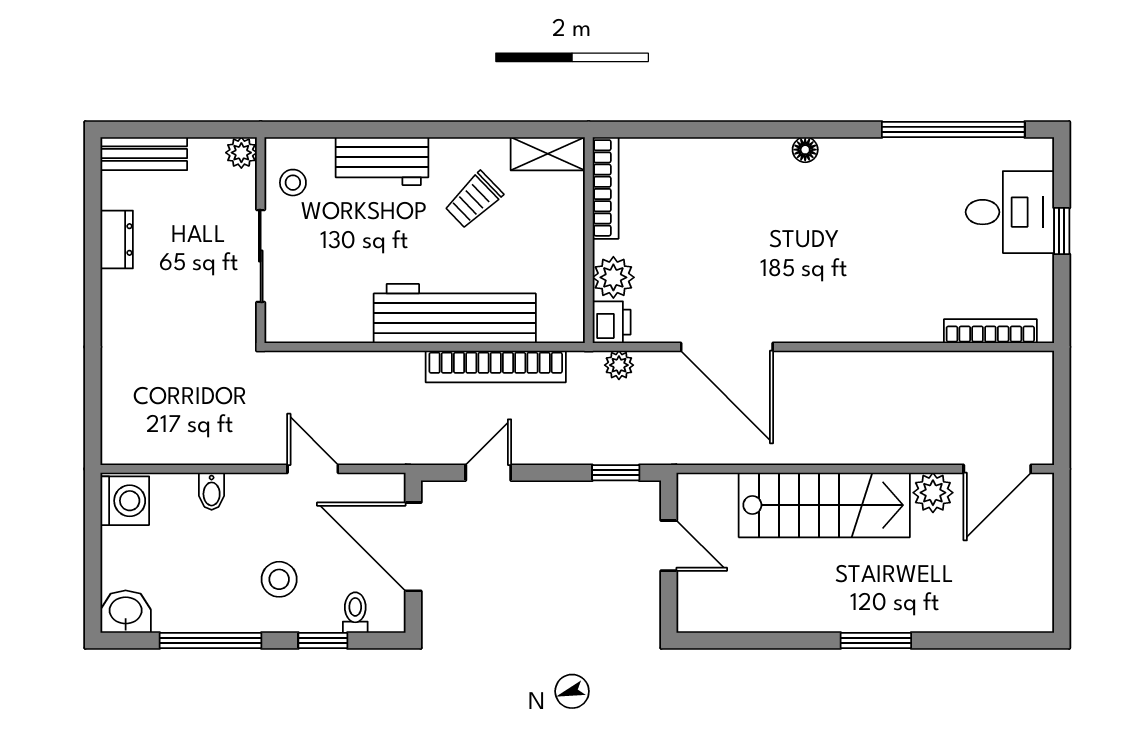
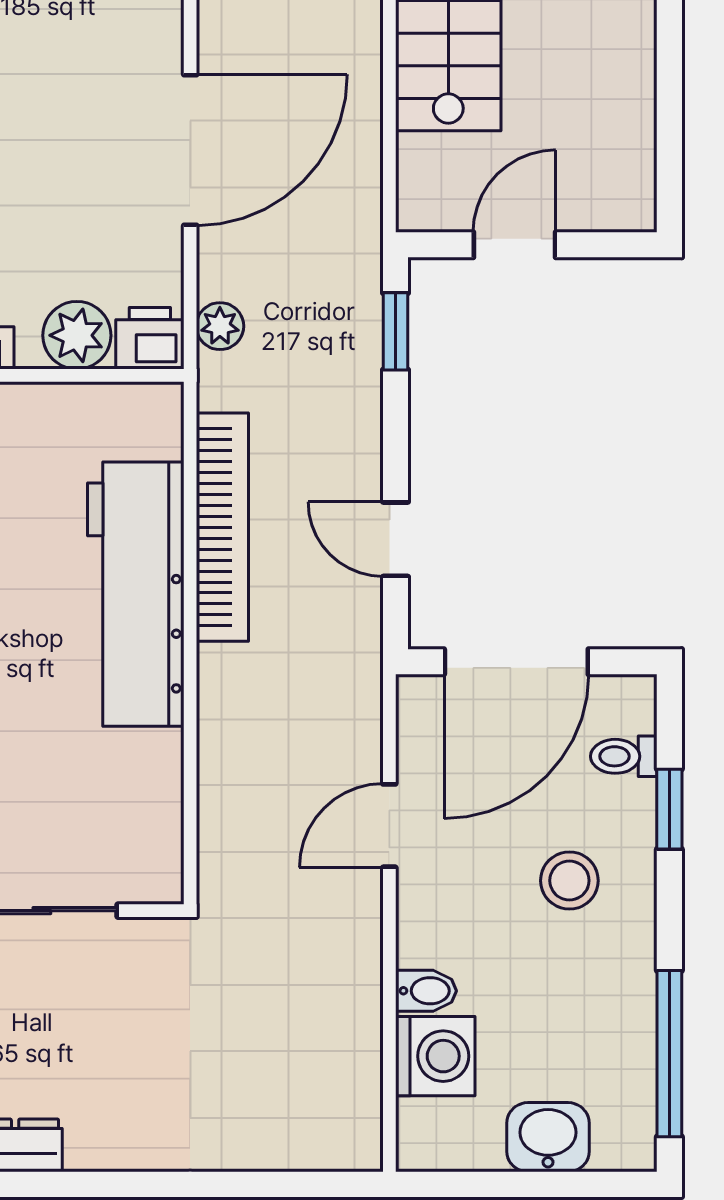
washing machine: (125, 501) -> (435, 1056), moved, turned 90
washbasin: (126, 612) -> (548, 1137), moved, turned 90
window: (210, 641) -> (669, 1054), moved

